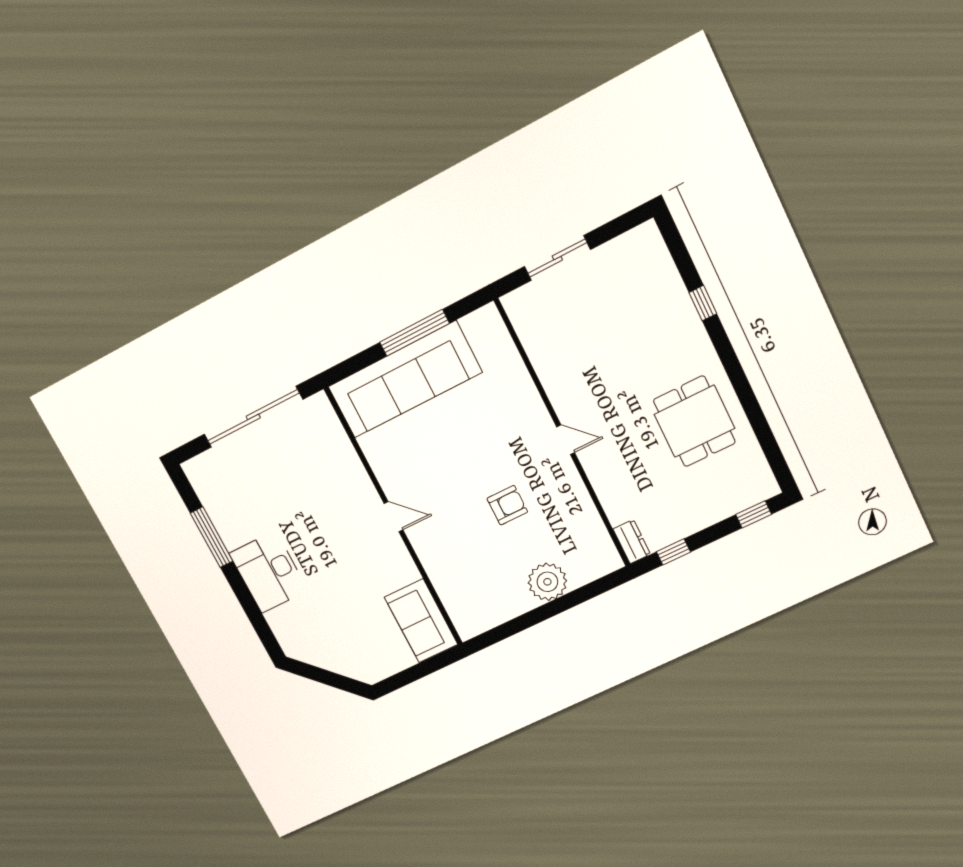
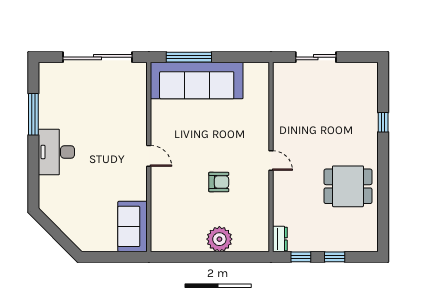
window: (414, 333) -> (189, 57), moved
dining table: (694, 421) -> (348, 186), turned 90
window: (754, 514) -> (335, 257), moved

